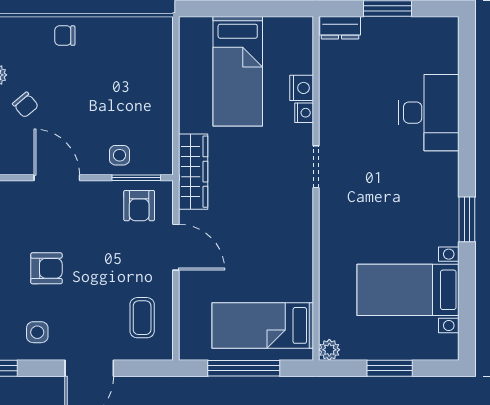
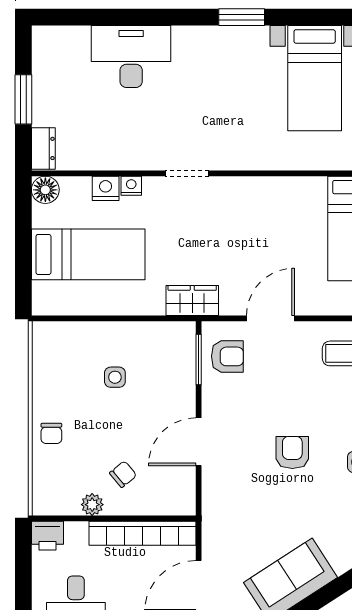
floor lamp: (300, 30) -> (45, 190), added
side table: (120, 155) -> (115, 377), moved
wardrobe: (193, 172) -> (192, 301), width x0.67

